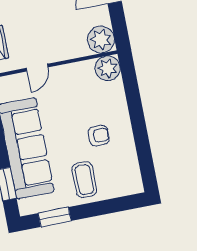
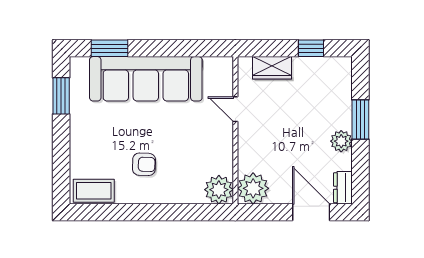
armchair: (99, 136) -> (144, 164), turned -88
coffee table: (84, 180) -> (94, 191), moved

